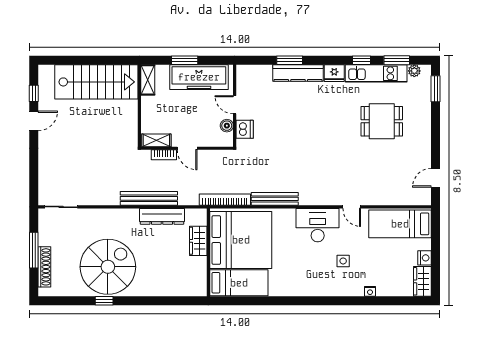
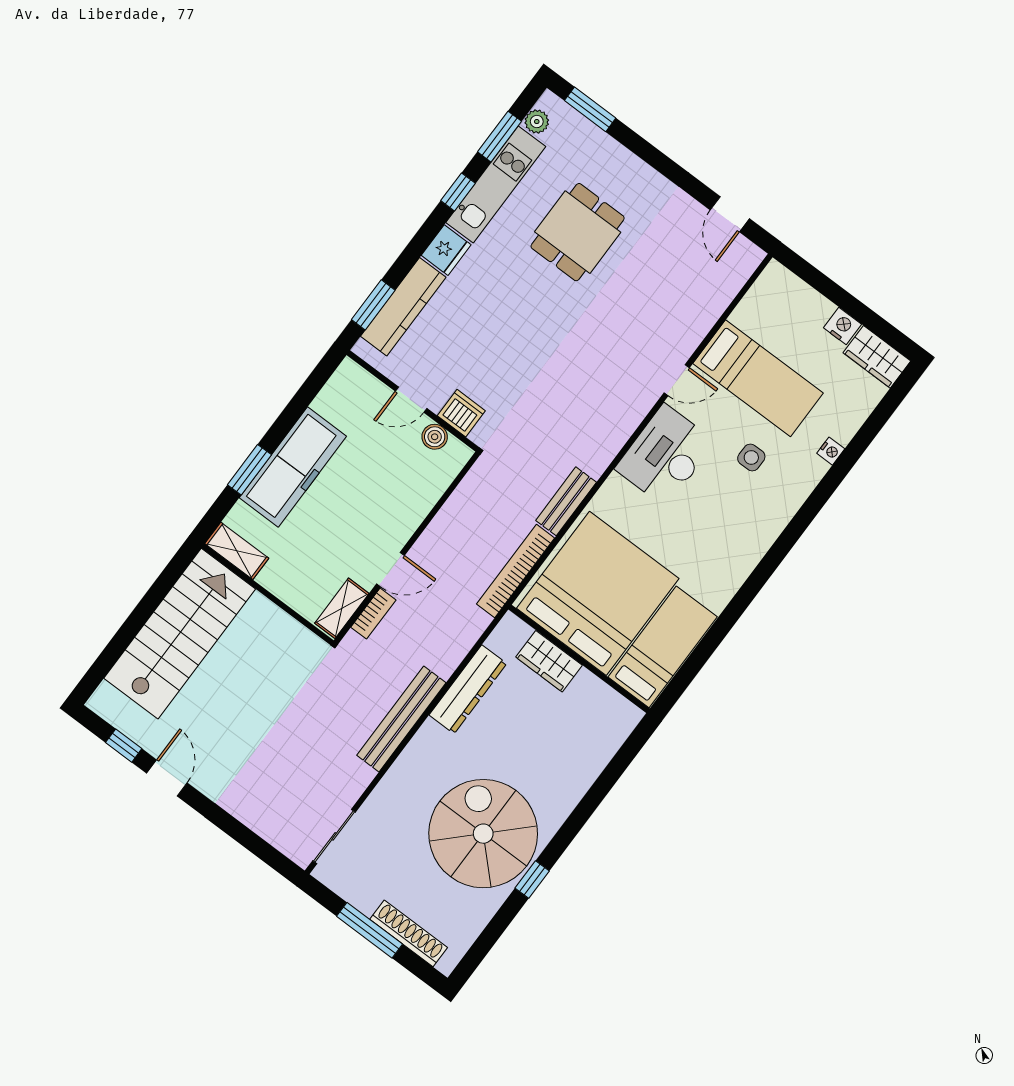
door: (235, 105) -> (411, 400), moved
wall: (235, 106) -> (413, 401), moved
boiler: (227, 126) -> (435, 437), moved
dishwasher: (245, 129) -> (461, 413), moved
bench: (149, 198) -> (401, 719), moved
bench: (275, 199) -> (566, 501), width x0.73
bed: (400, 224) -> (758, 378), moved, turned -90

